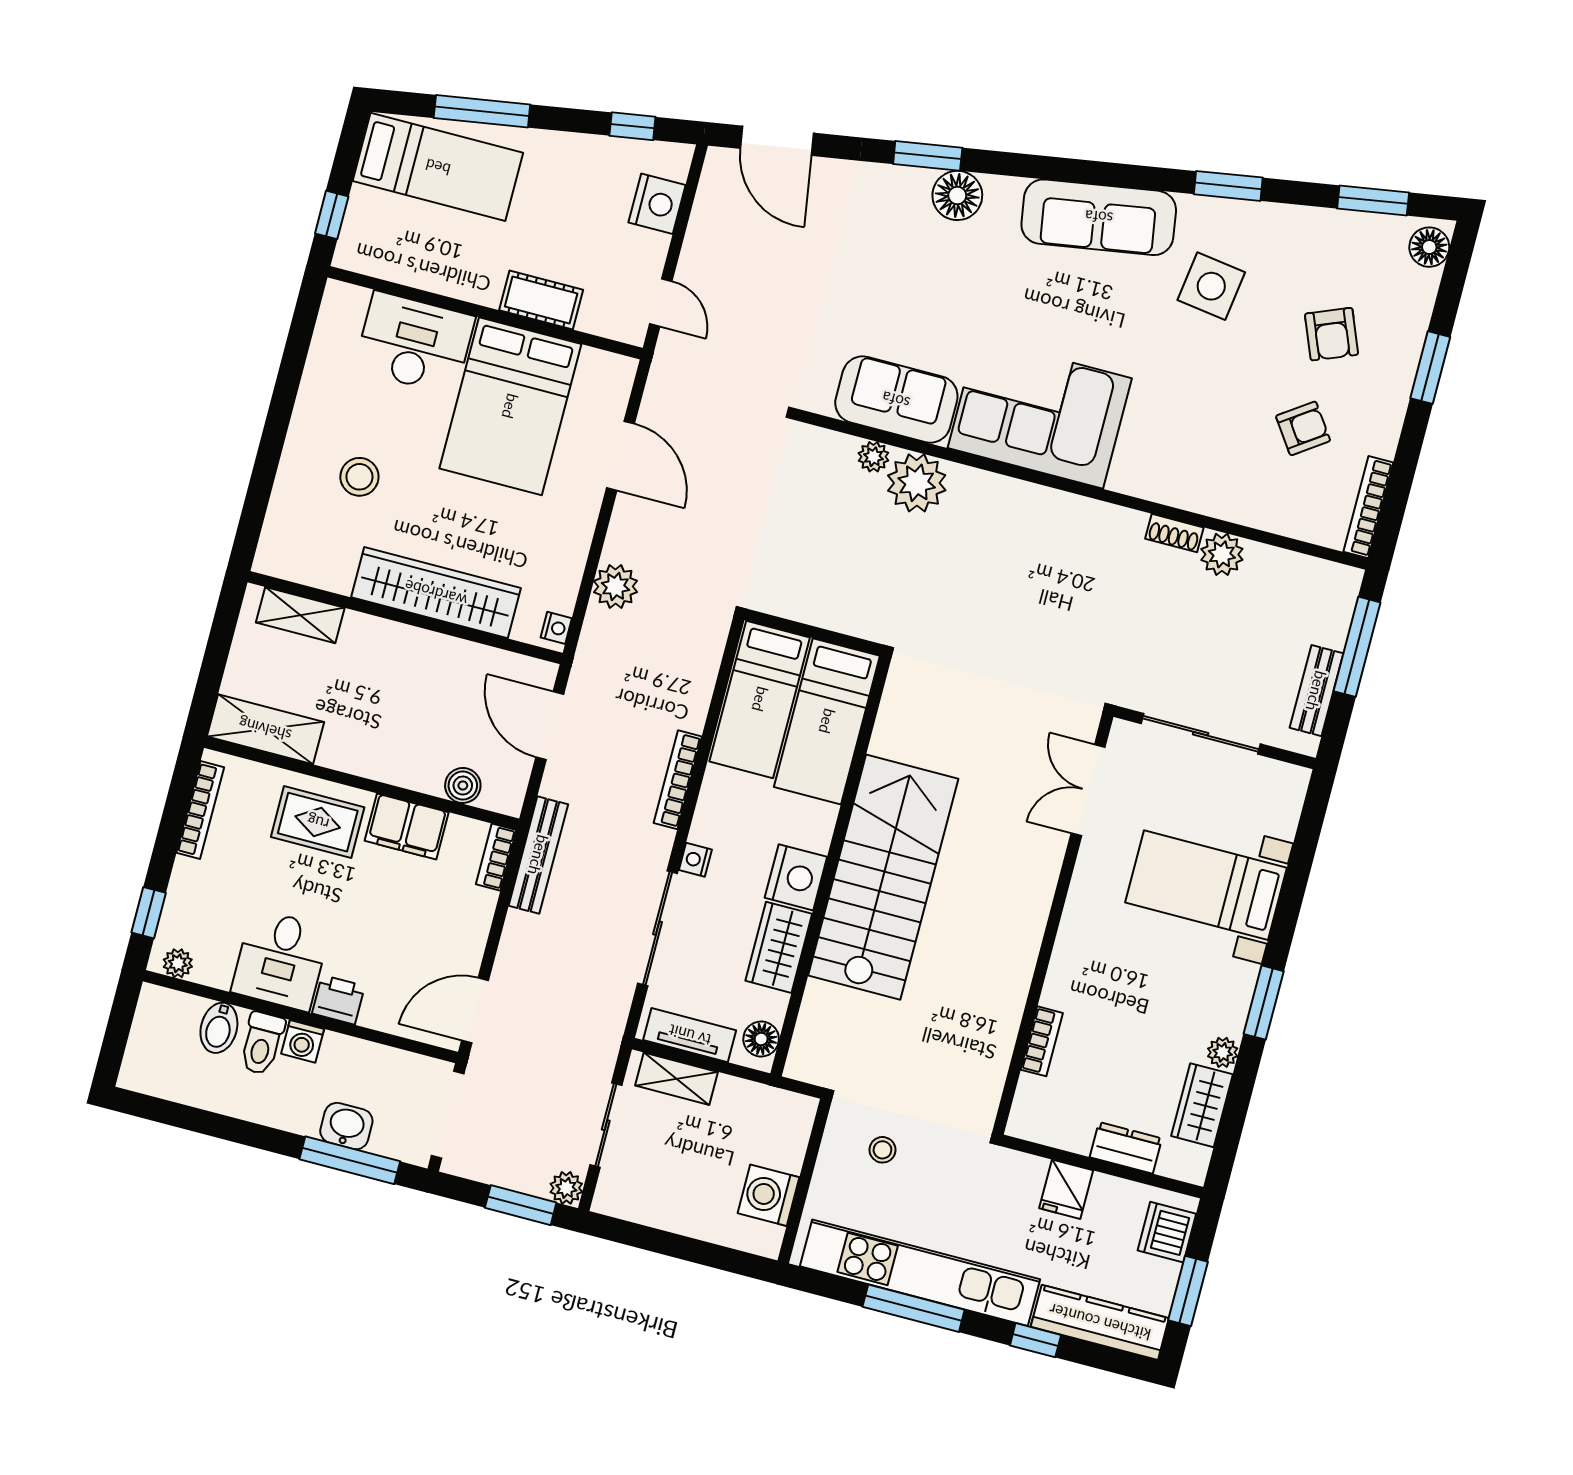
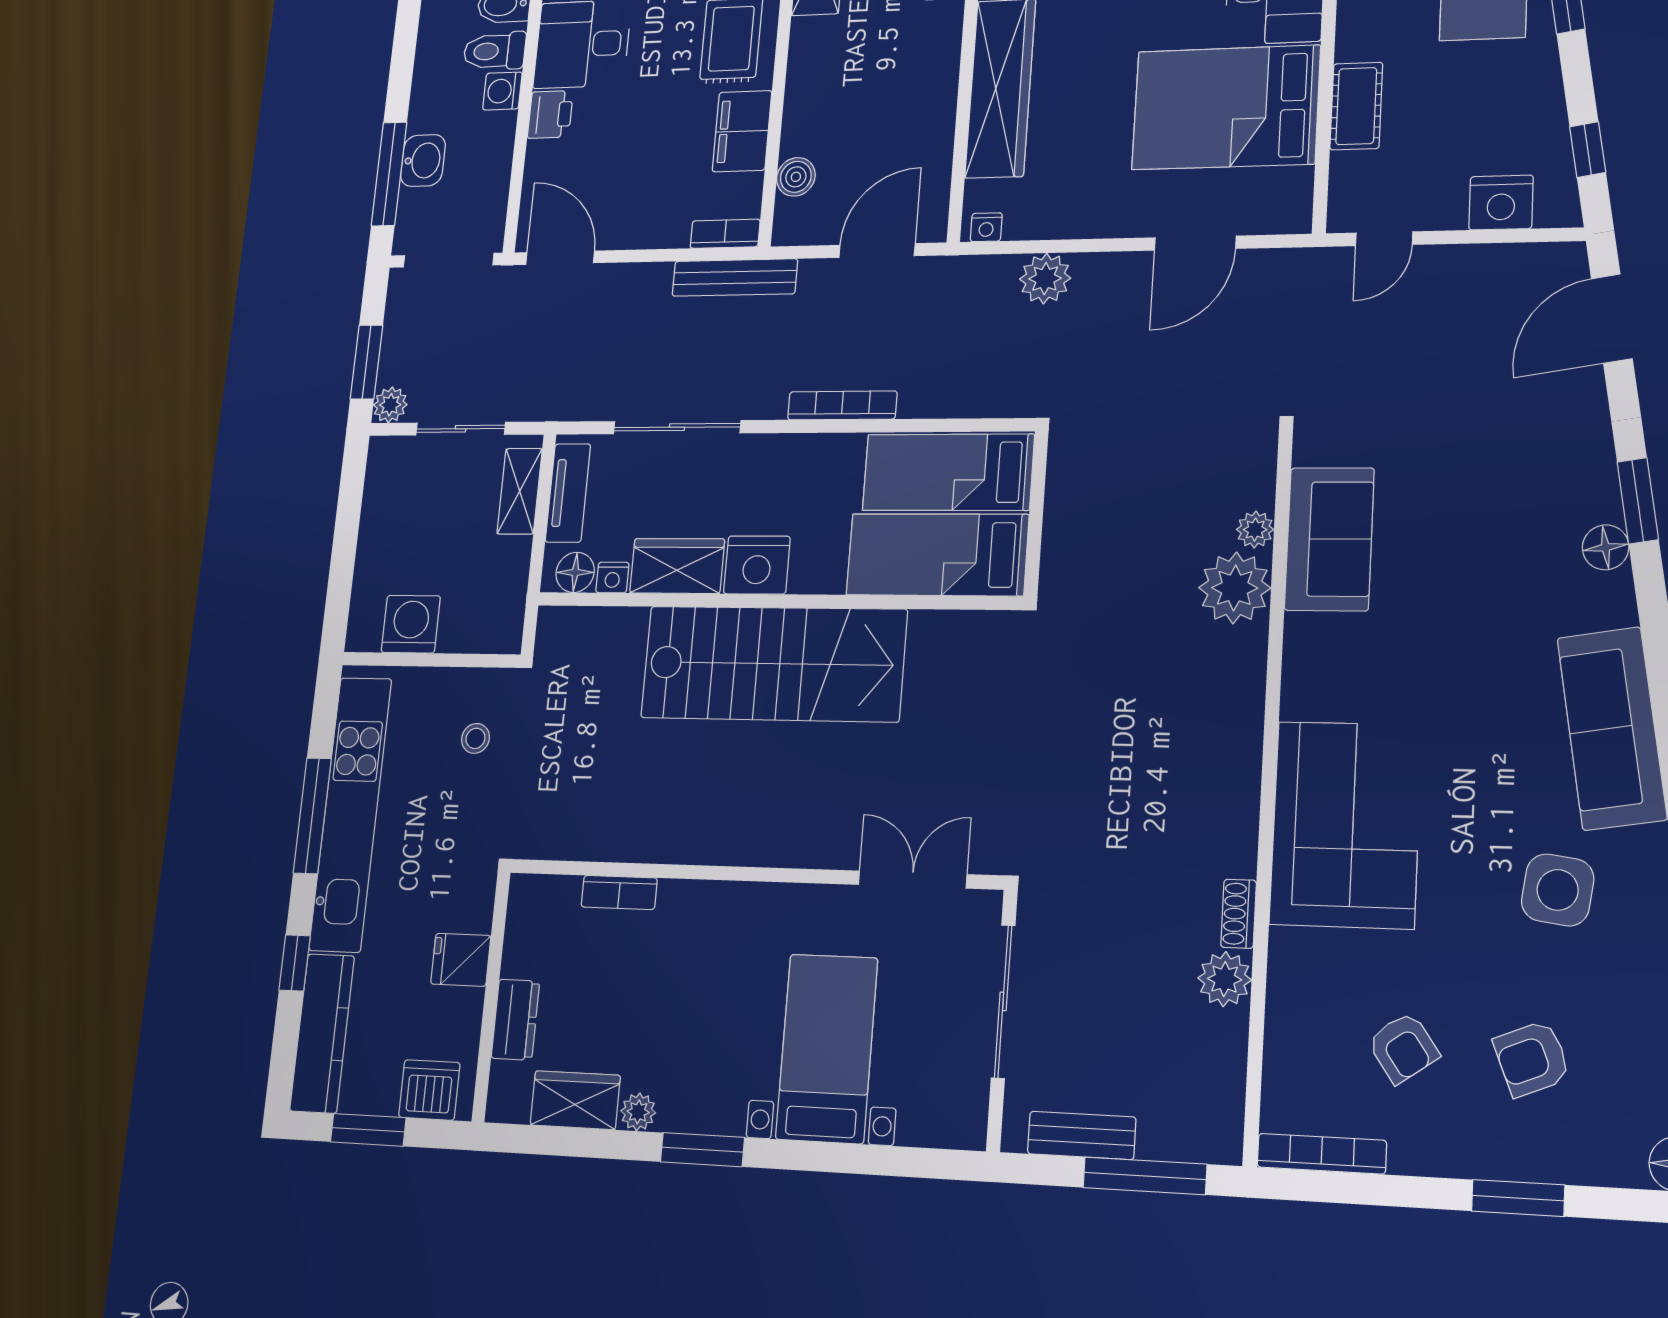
floor lamp: (957, 195) -> (1606, 547), width x0.73, depth x0.73
corner sofa: (1040, 413) -> (1346, 824), moved
nightstand: (695, 860) -> (612, 578), moved, turned 180

